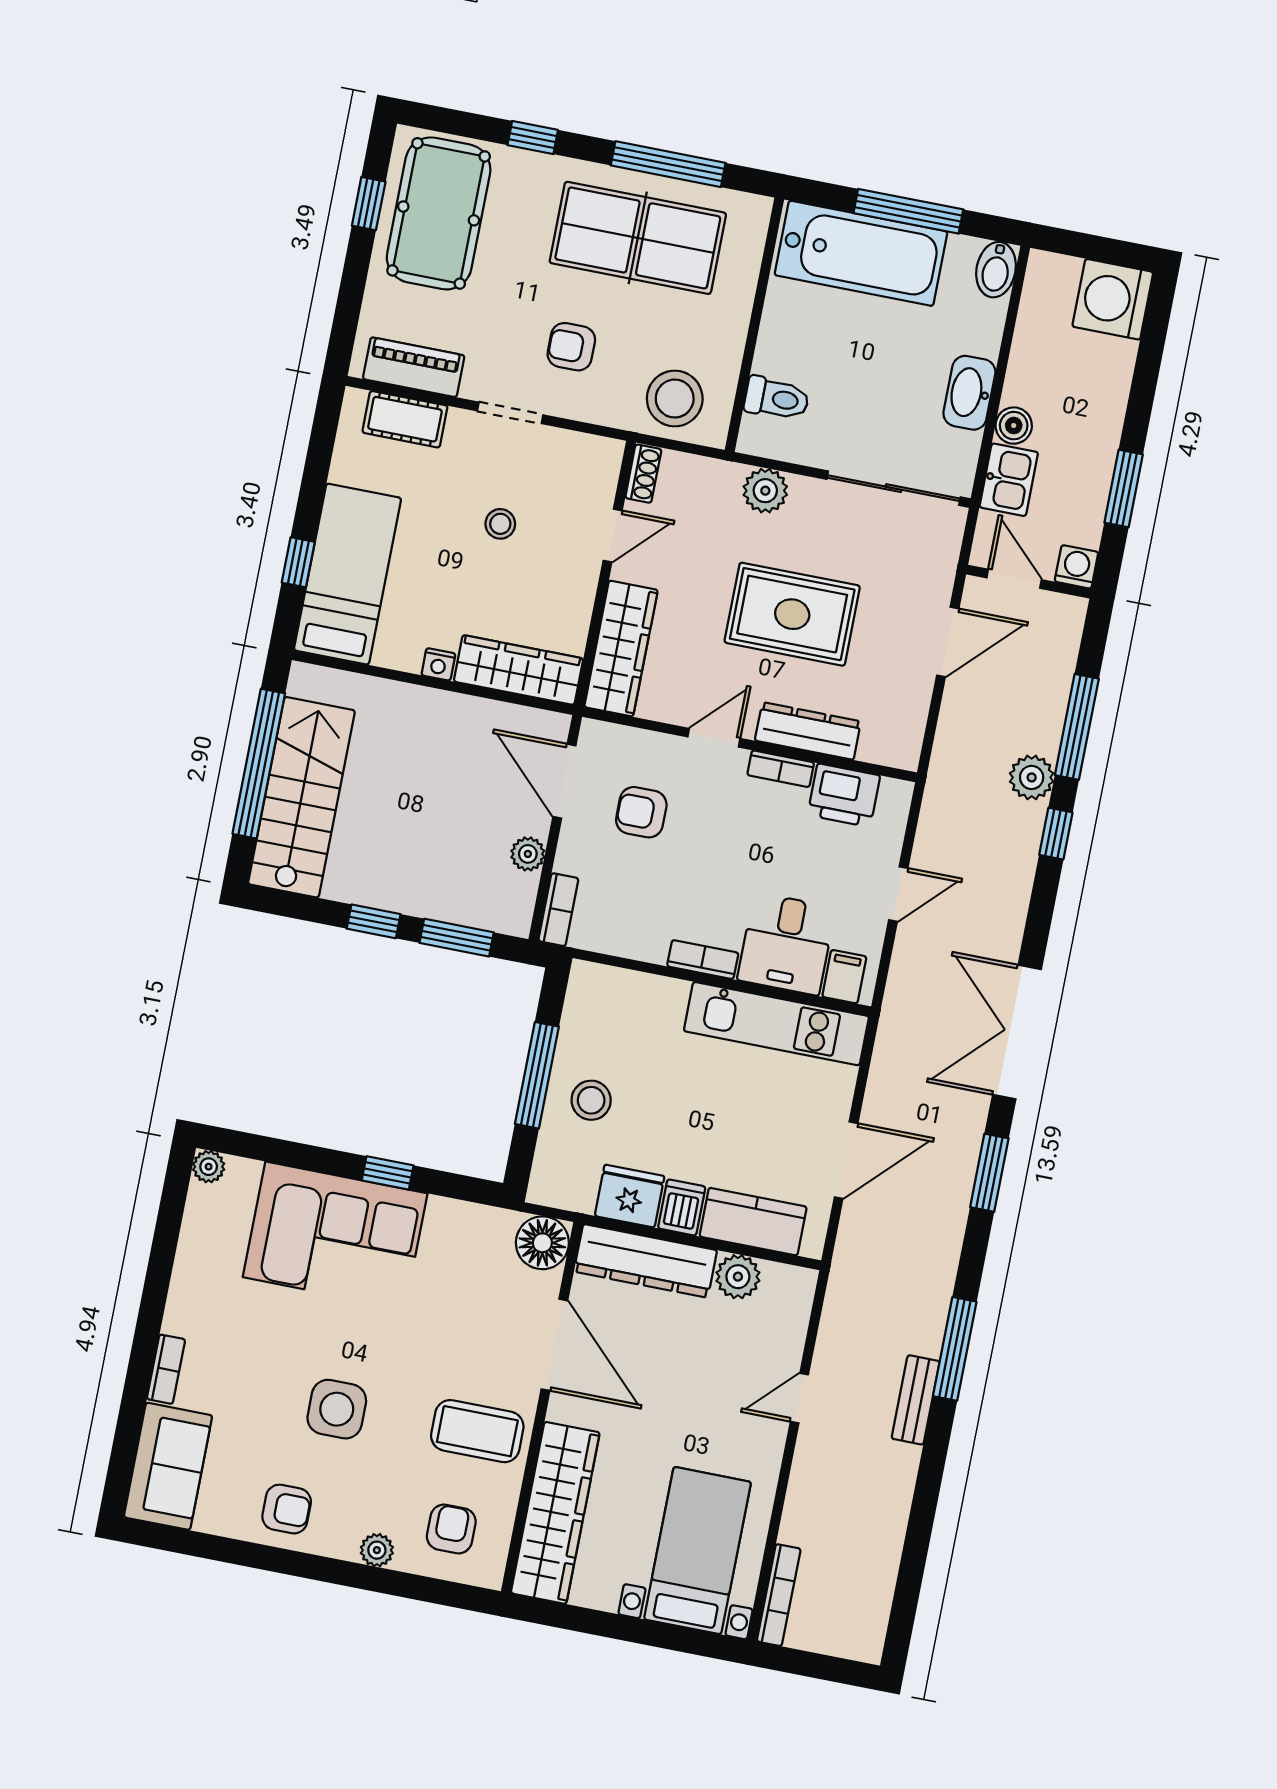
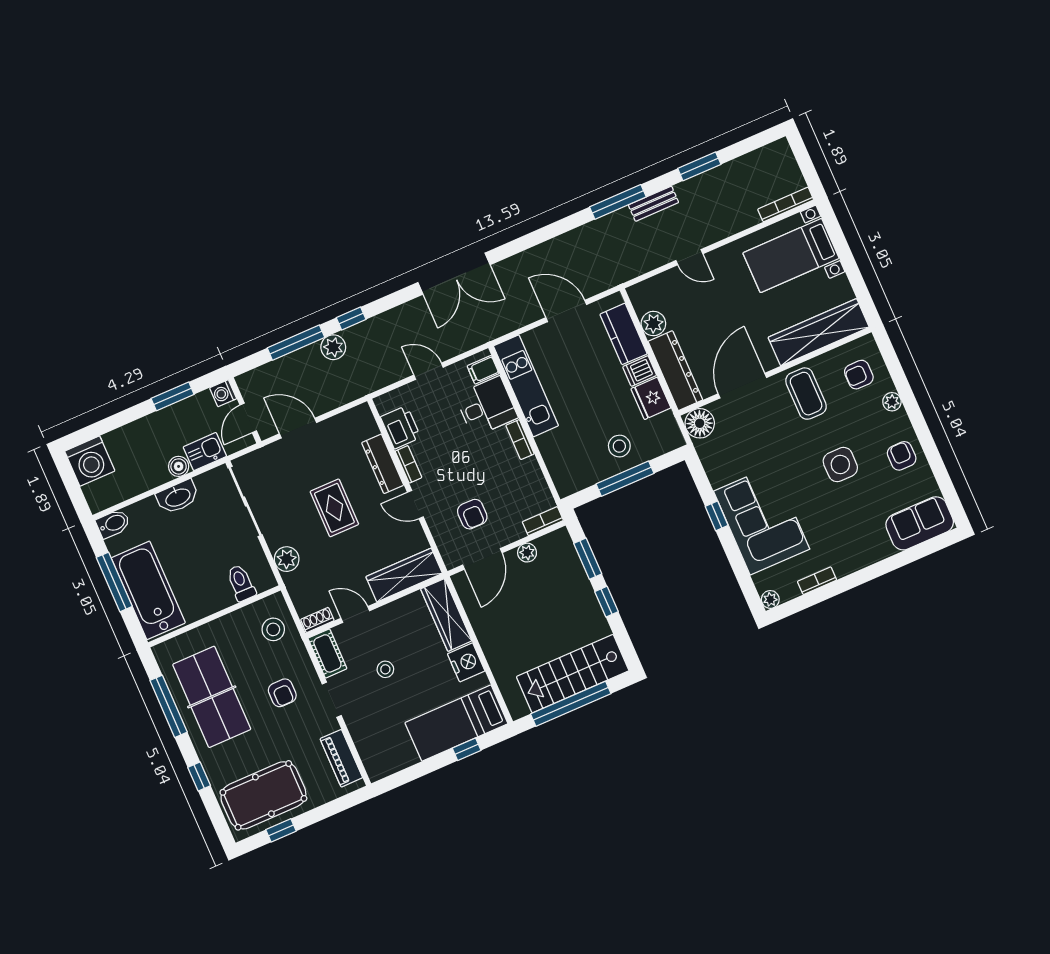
stool: (675, 399) -> (273, 629), width x0.73, depth x0.73
cot: (405, 419) -> (327, 653), moved
rug: (792, 614) -> (334, 508), width x0.73, depth x0.70
nightstand: (438, 664) -> (466, 662), width x1.89, depth x1.79
window: (989, 1173) -> (699, 166), moved
bookcase: (166, 1369) -> (817, 581), moved

